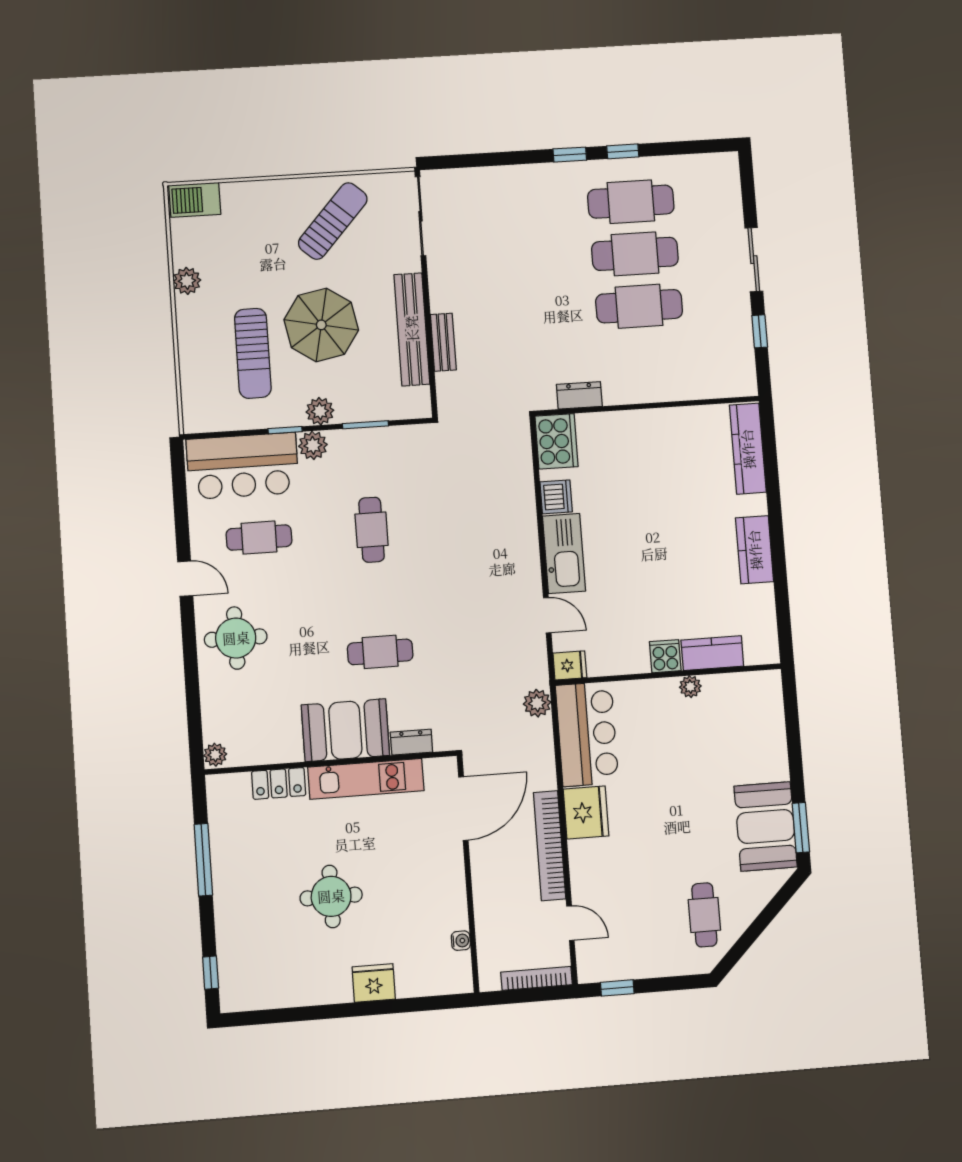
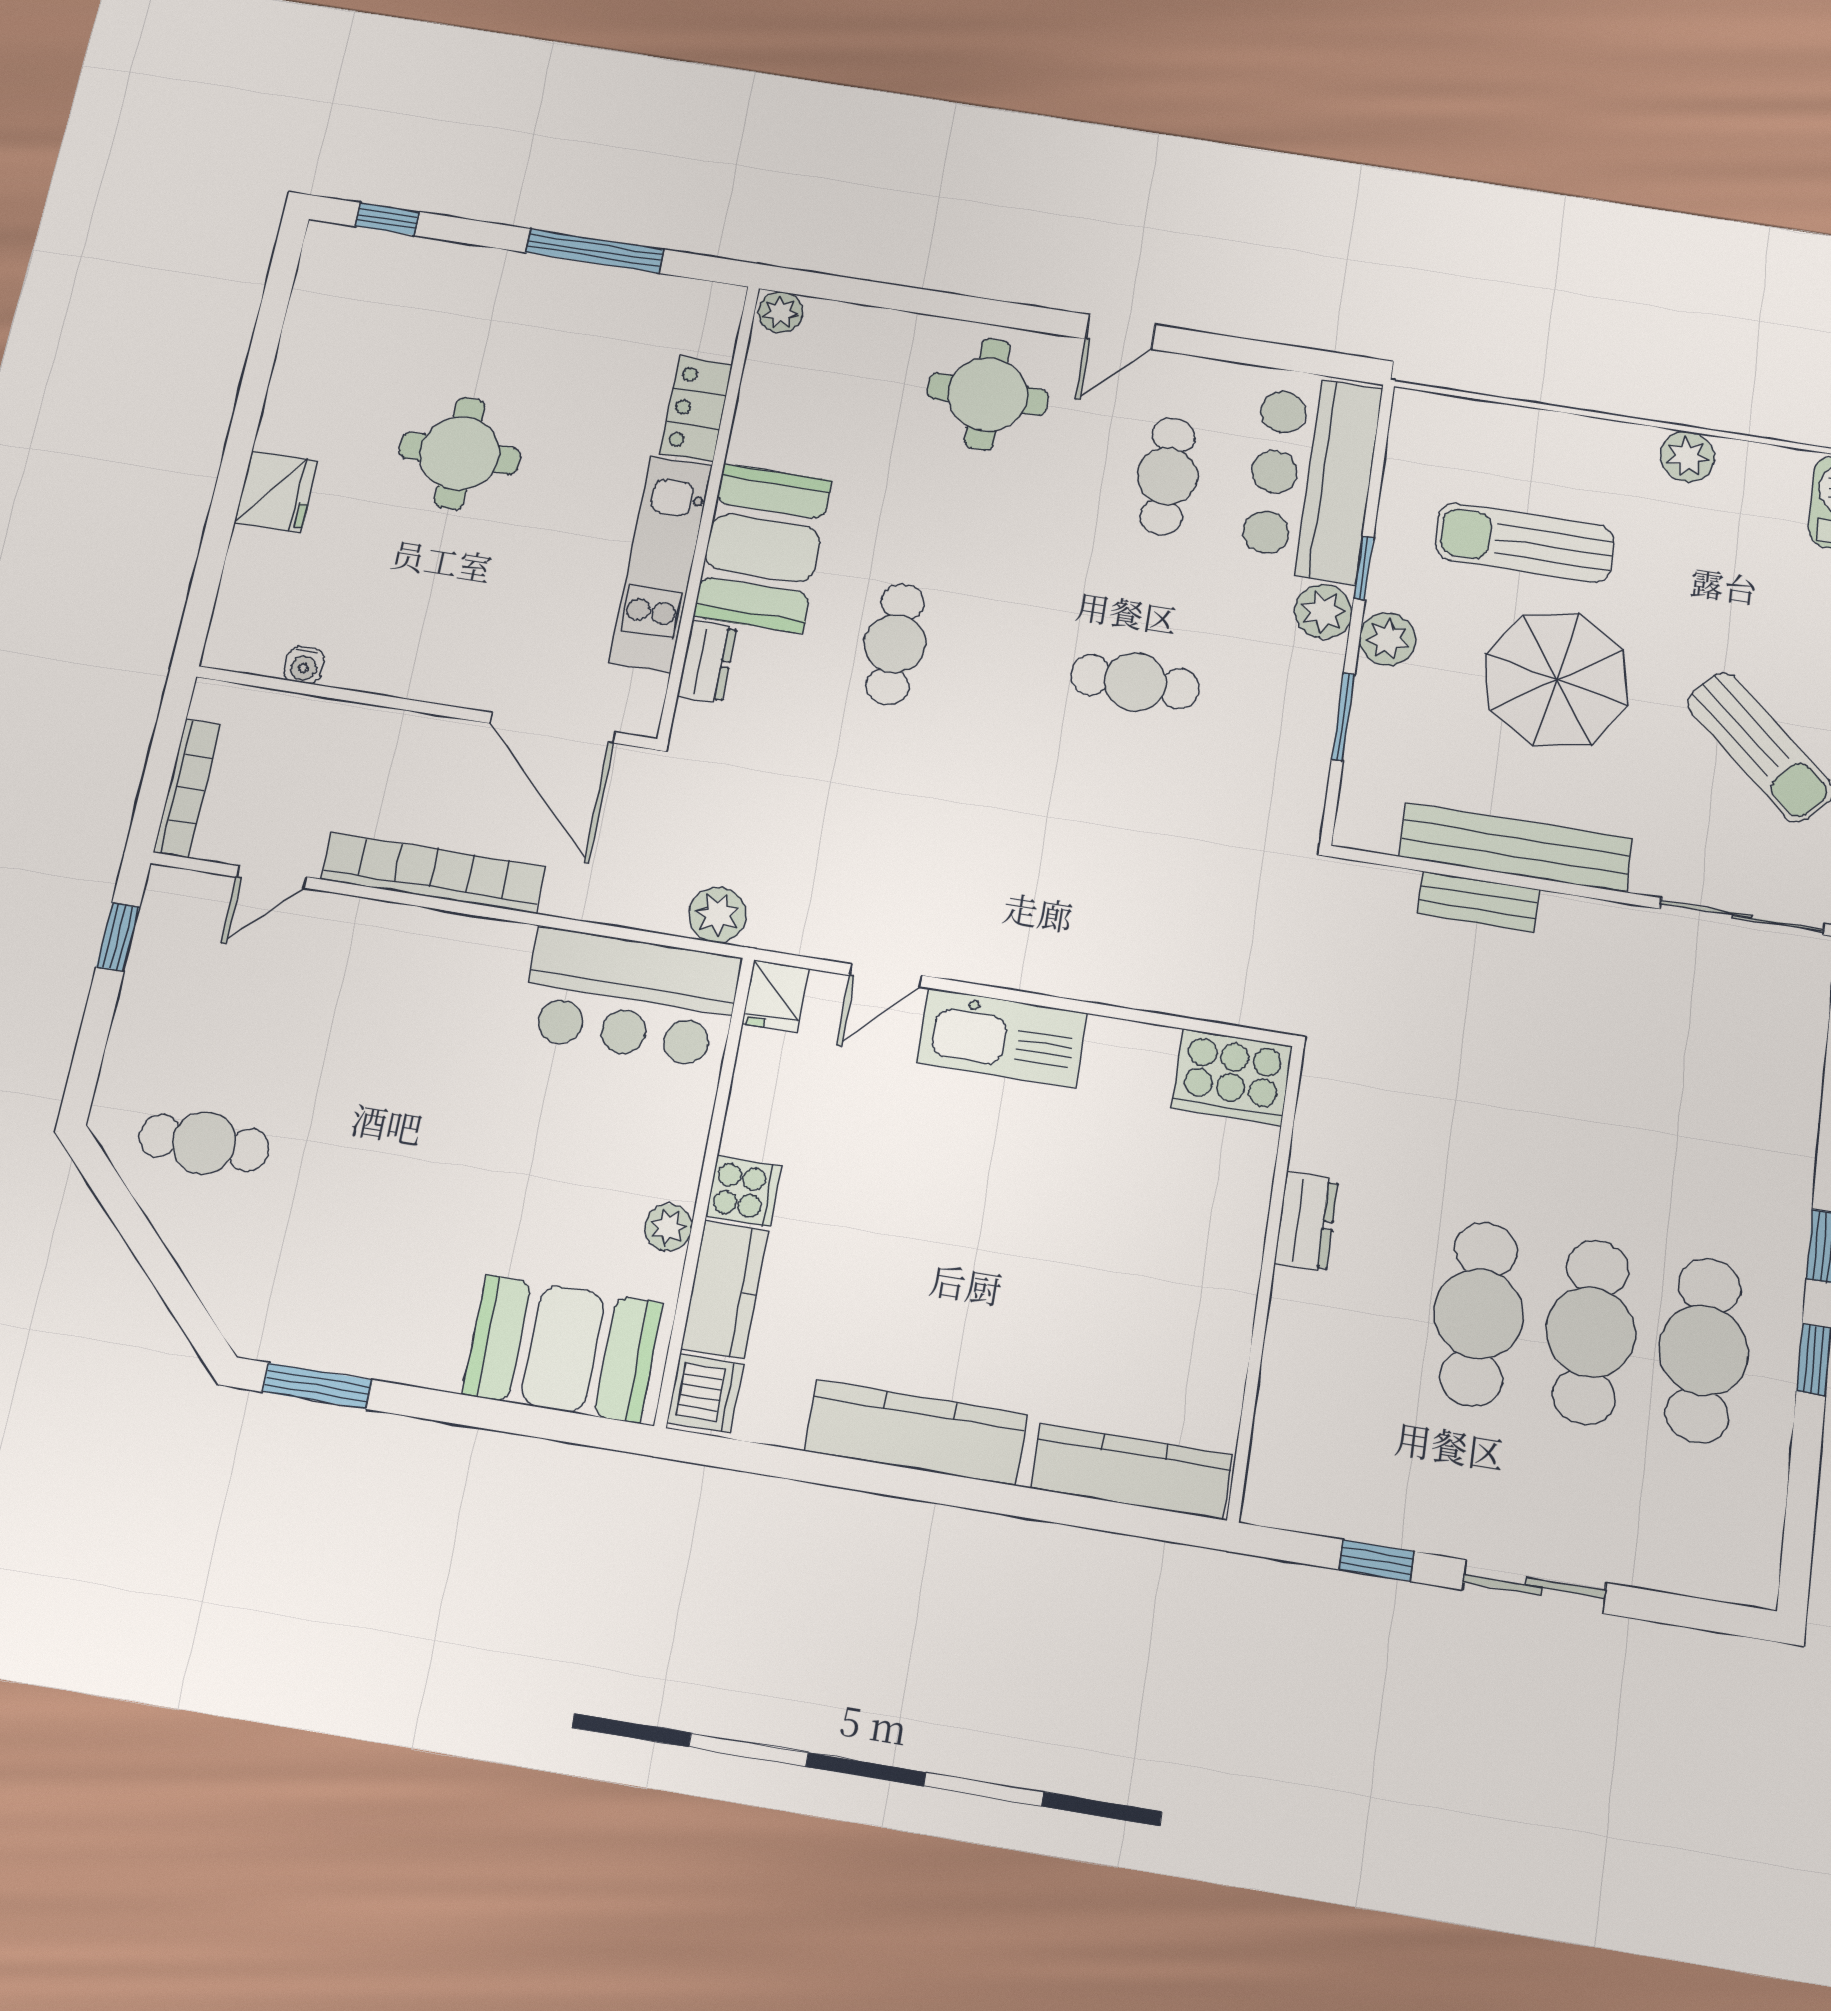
dresser: (579, 395) -> (1306, 1222), moved
dishwasher: (556, 497) -> (705, 1393), moved, turned -90
kitchen counter: (755, 550) -> (916, 1433), width x1.50
fridge: (586, 812) -> (477, 958), removed
booth: (766, 826) -> (563, 1349), moved

